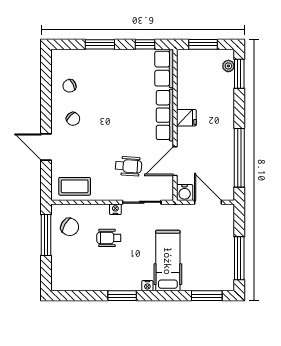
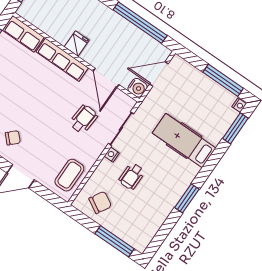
window: (46, 235) -> (114, 241), moved
nightstand: (147, 286) -> (239, 105), moved

